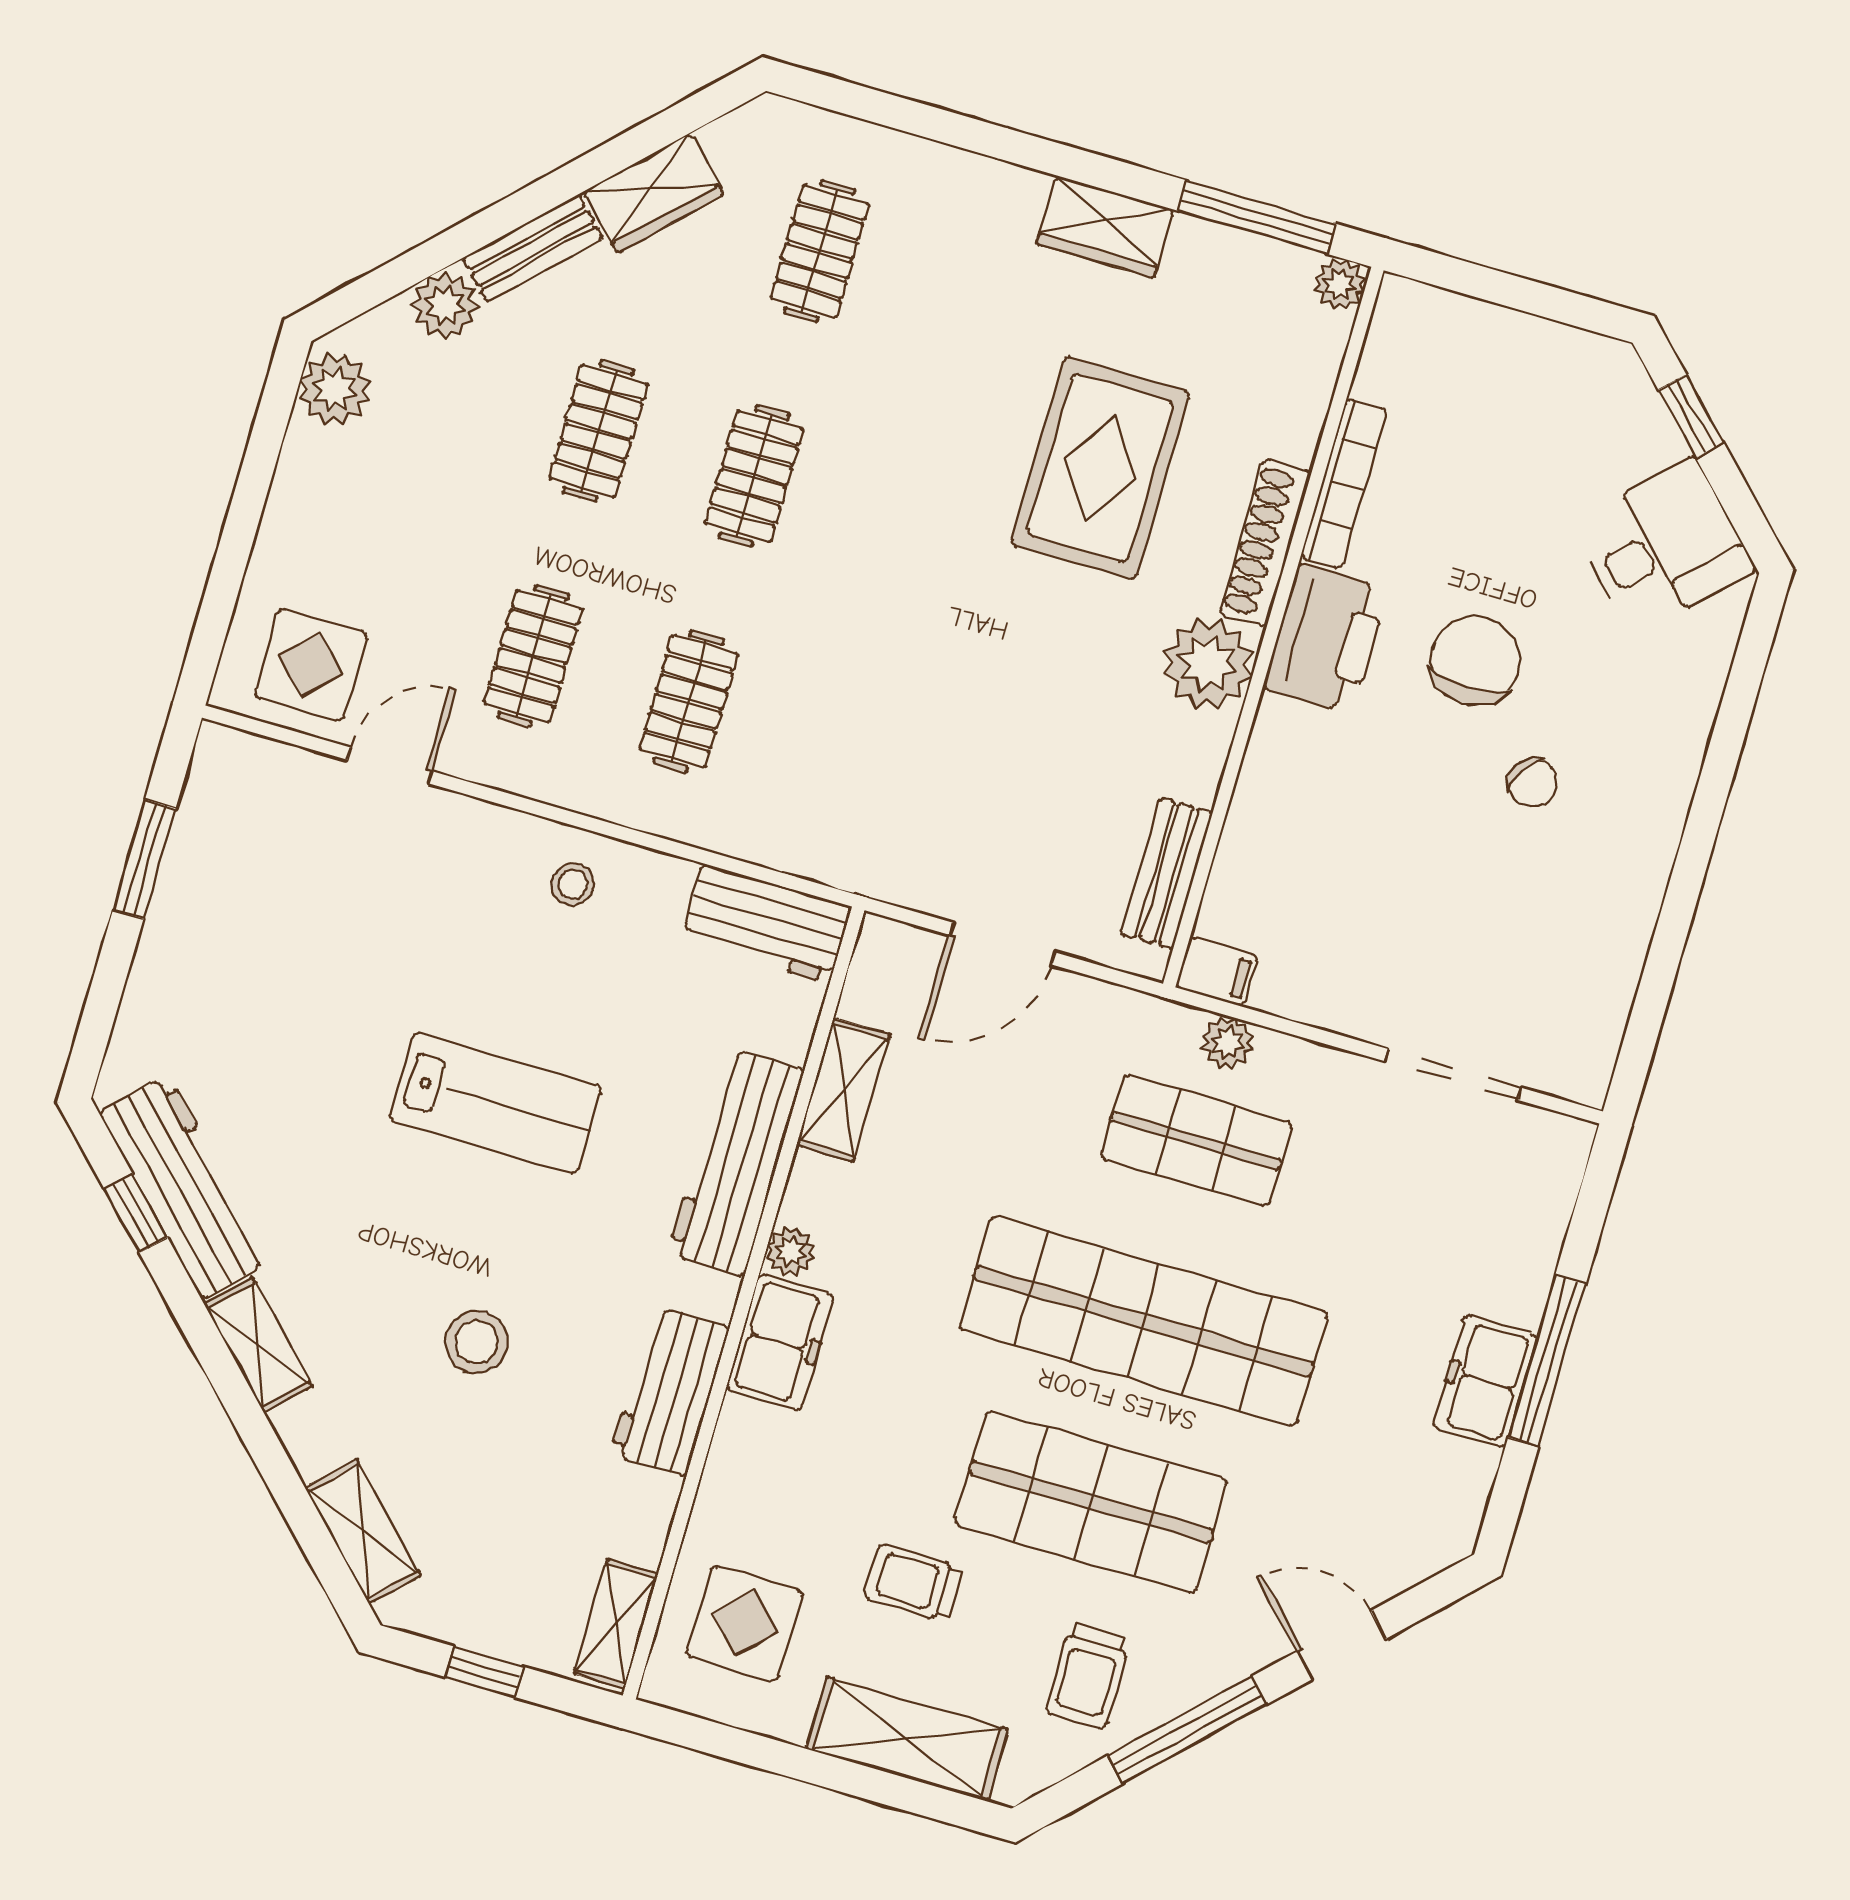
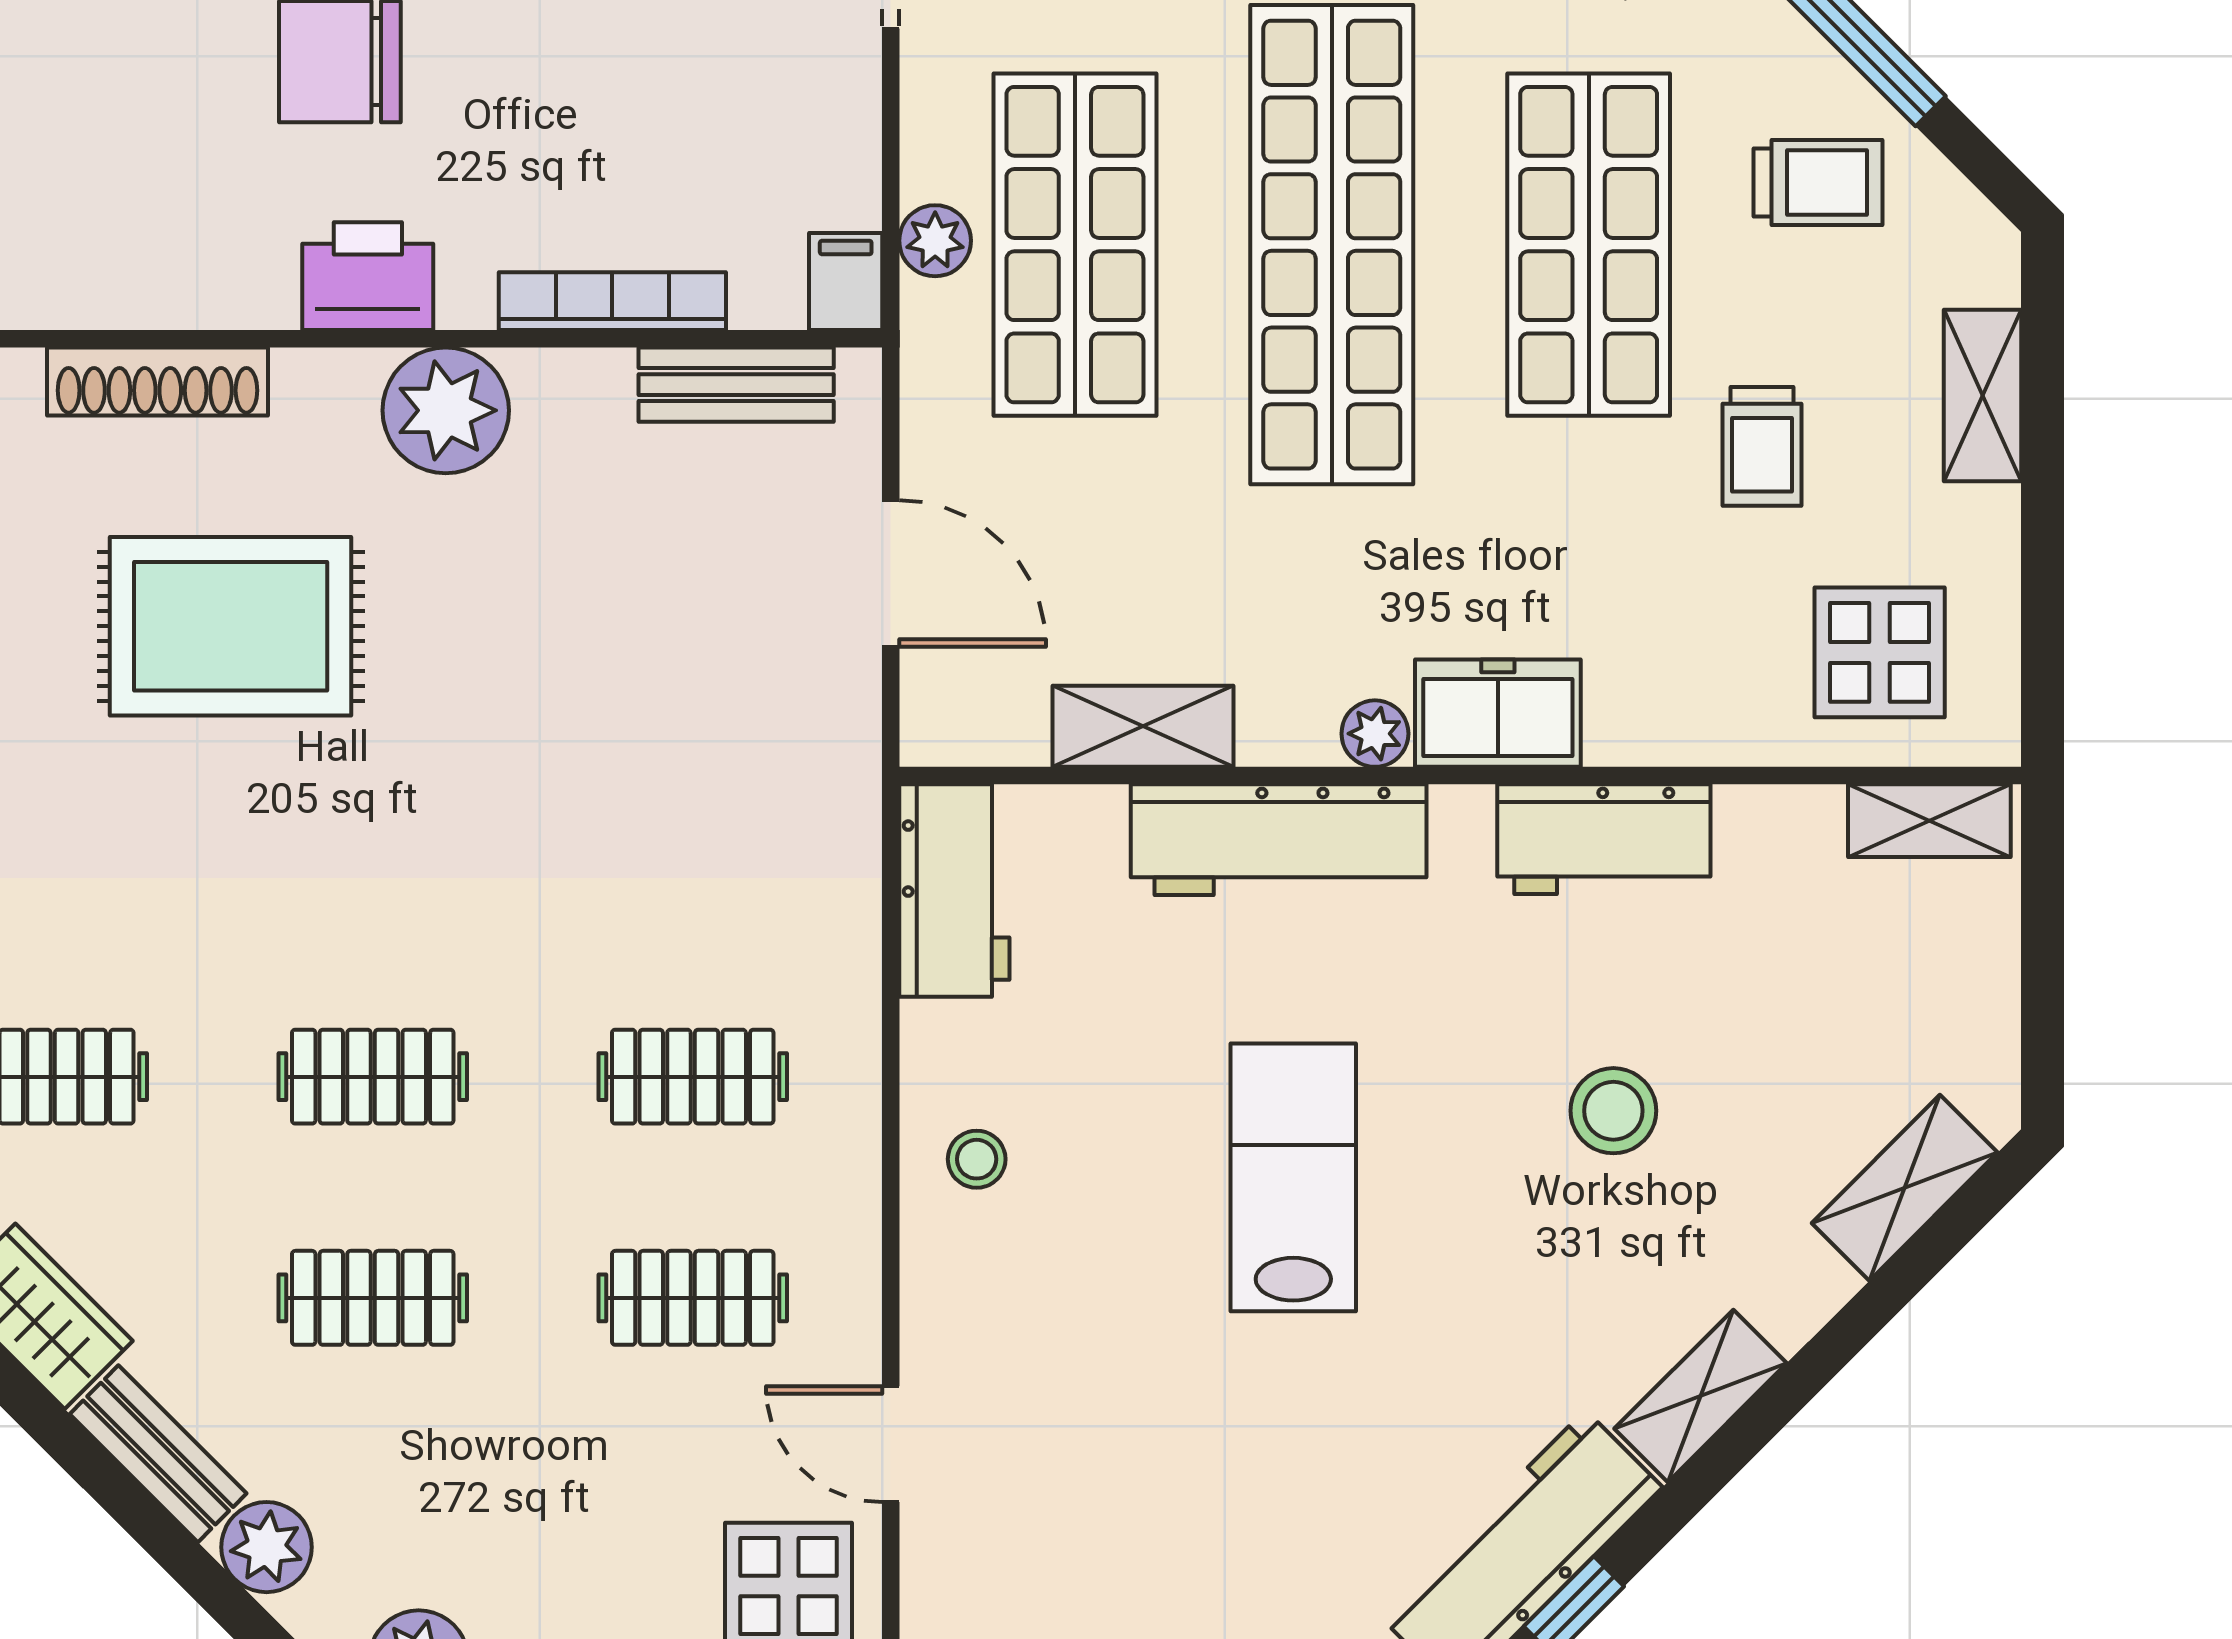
bookcase: (1344, 483) -> (612, 301), moved
shoe rack: (1265, 543) -> (158, 381), moved
printer: (1326, 639) -> (368, 276), width x0.73, depth x0.84
shop shelf: (1196, 1140) -> (1075, 245), width x1.43, depth x1.36
window: (484, 1672) -> (2042, 975), removed
shelving: (907, 1739) -> (1982, 395), width x0.67, depth x0.75

